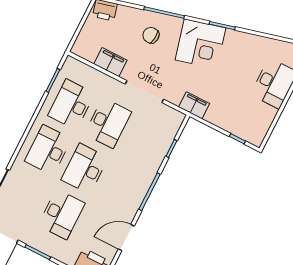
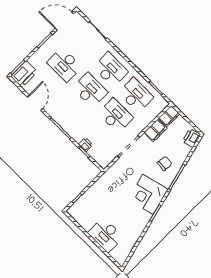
filing cabinet: (194, 105) -> (169, 116), moved
desk: (108, 123) -> (115, 115), turned 180
printer: (161, 151) -> (85, 145), added

